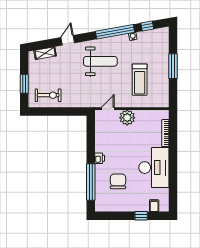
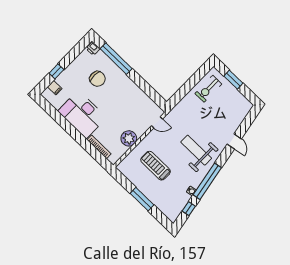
shelving: (45, 53) -> (241, 116), removed
weight bench: (100, 61) -> (196, 150), turned 90
door: (108, 109) -> (157, 122), hinge flipped
plant: (127, 118) -> (129, 138), moved
printer: (100, 158) -> (93, 49), moved

